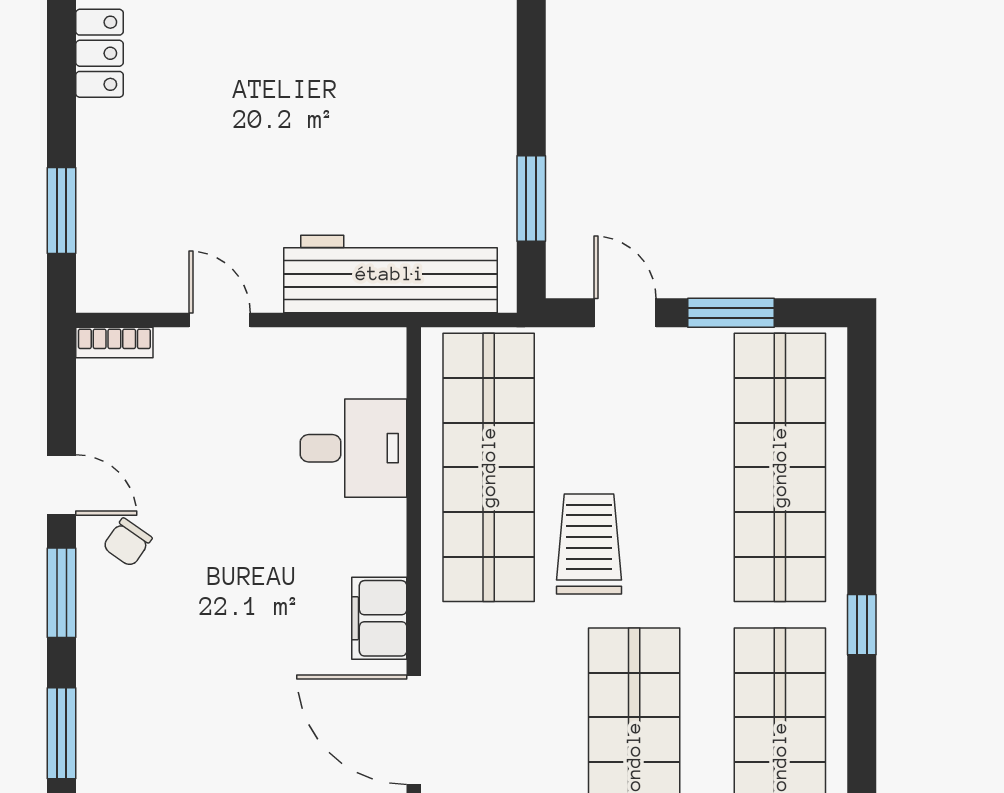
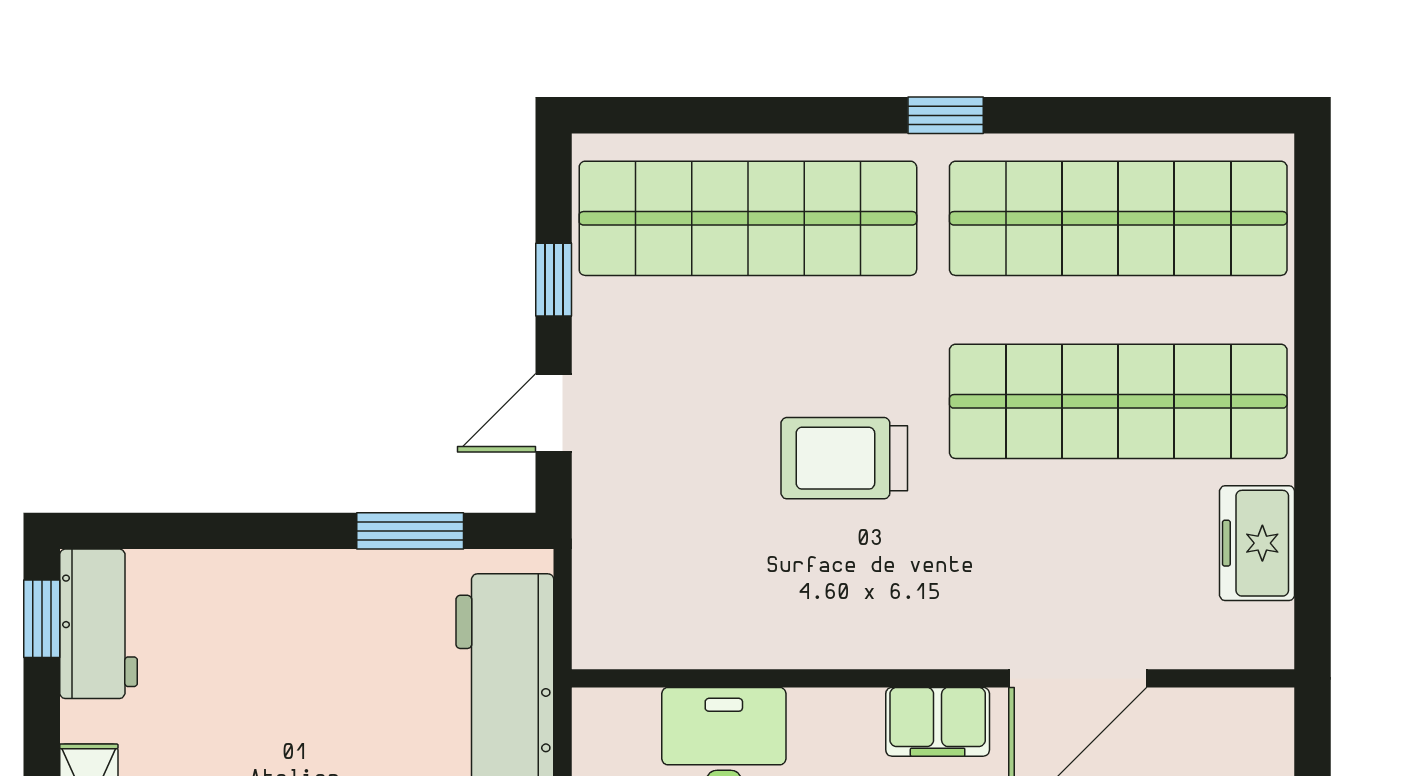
window: (731, 313) -> (554, 280), width x0.67
shop shelf: (489, 467) -> (748, 584), removed

